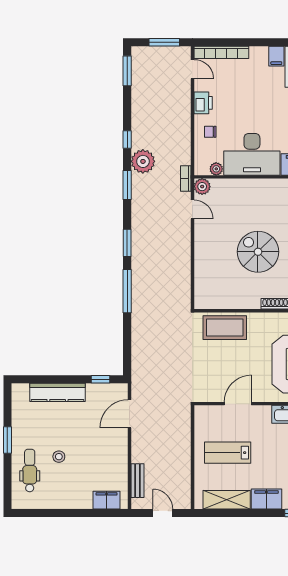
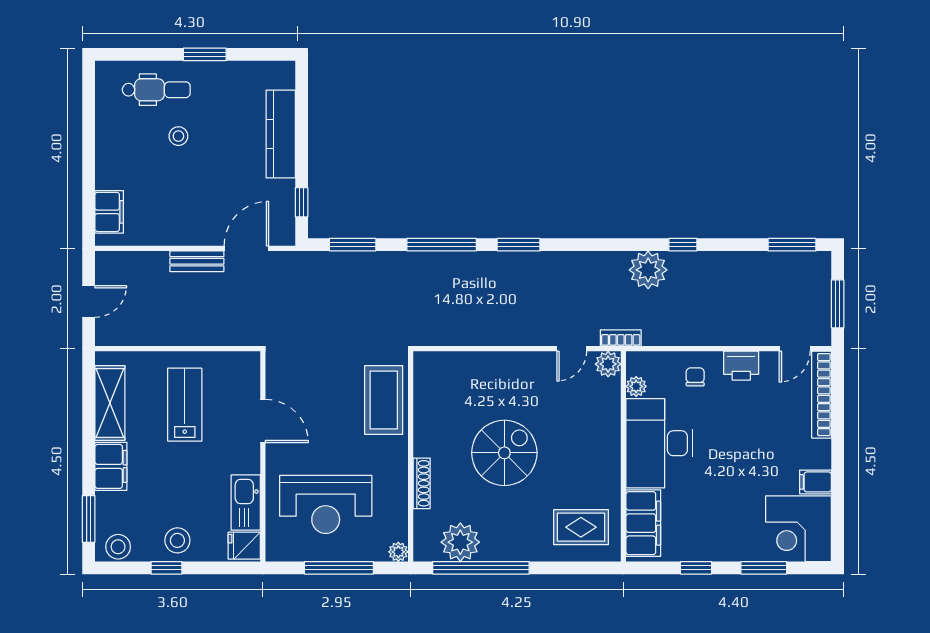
window: (127, 185) -> (353, 245), moved
door: (129, 414) -> (246, 248), hinge flipped
bench: (138, 481) -> (197, 261), moved

